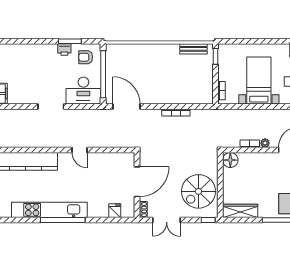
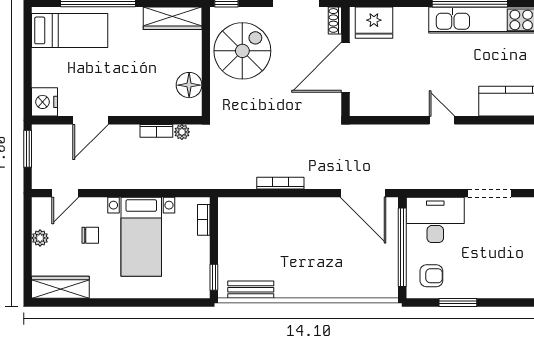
printer: (64, 50) -> (467, 289), removed
plant: (265, 143) -> (182, 132), moved
floor lamp: (230, 160) -> (189, 85), moved
fridge: (115, 211) -> (374, 23), width x1.88, depth x1.34

